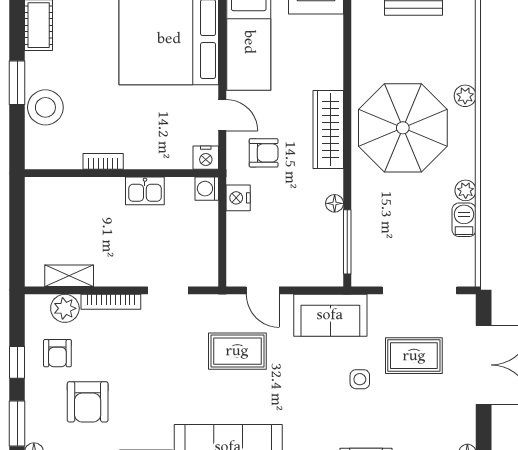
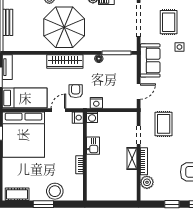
shelving: (69, 276) -> (132, 159), moved
rug: (237, 351) -> (164, 124), moved
armchair: (57, 353) -> (168, 186), removed

